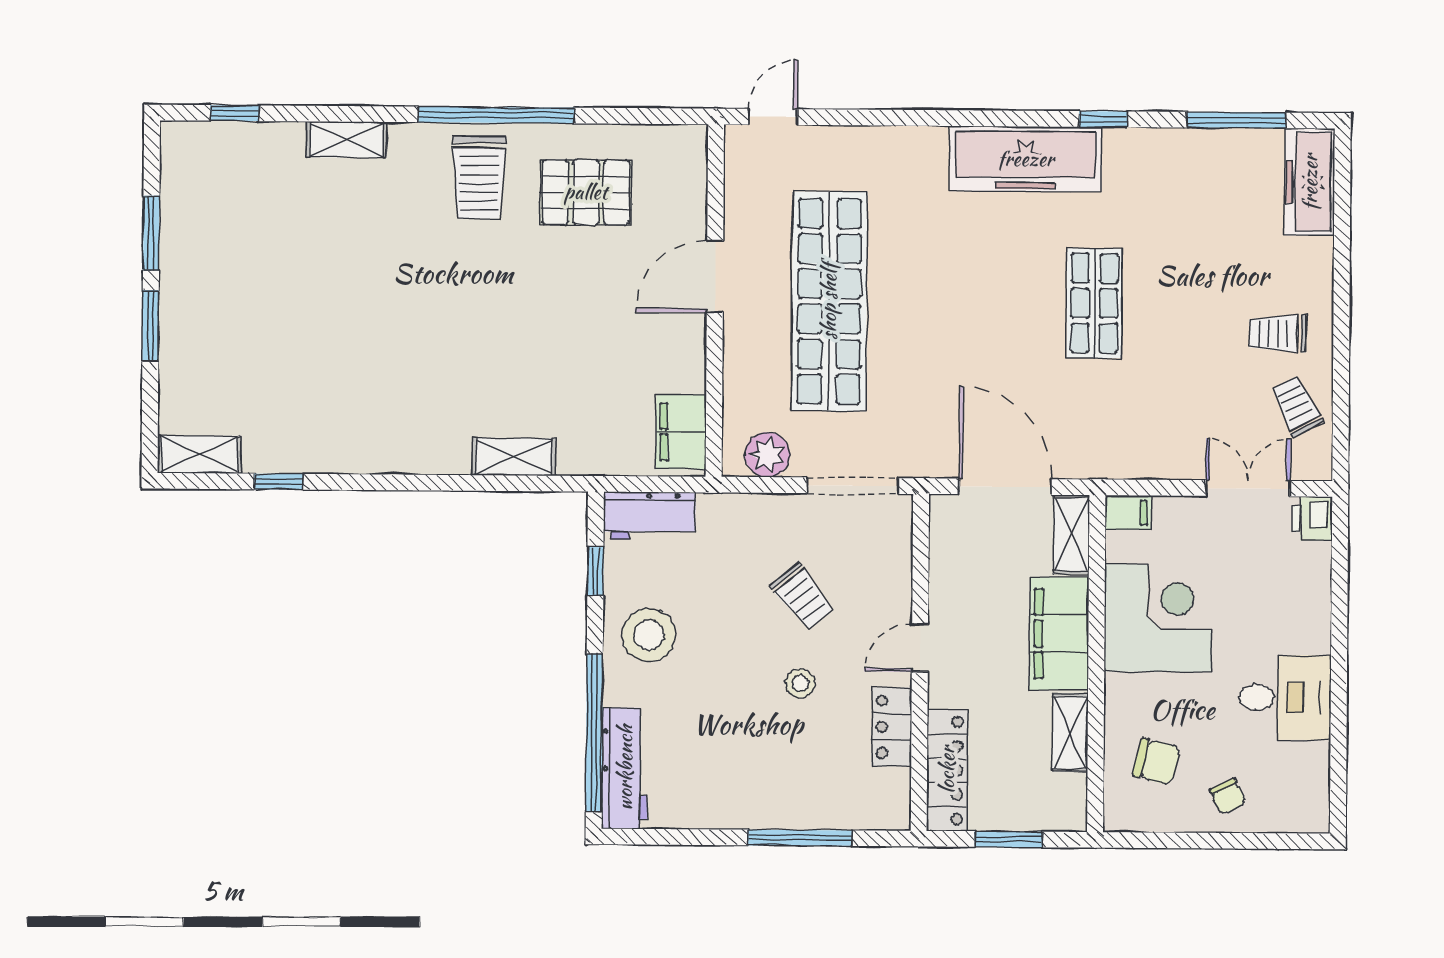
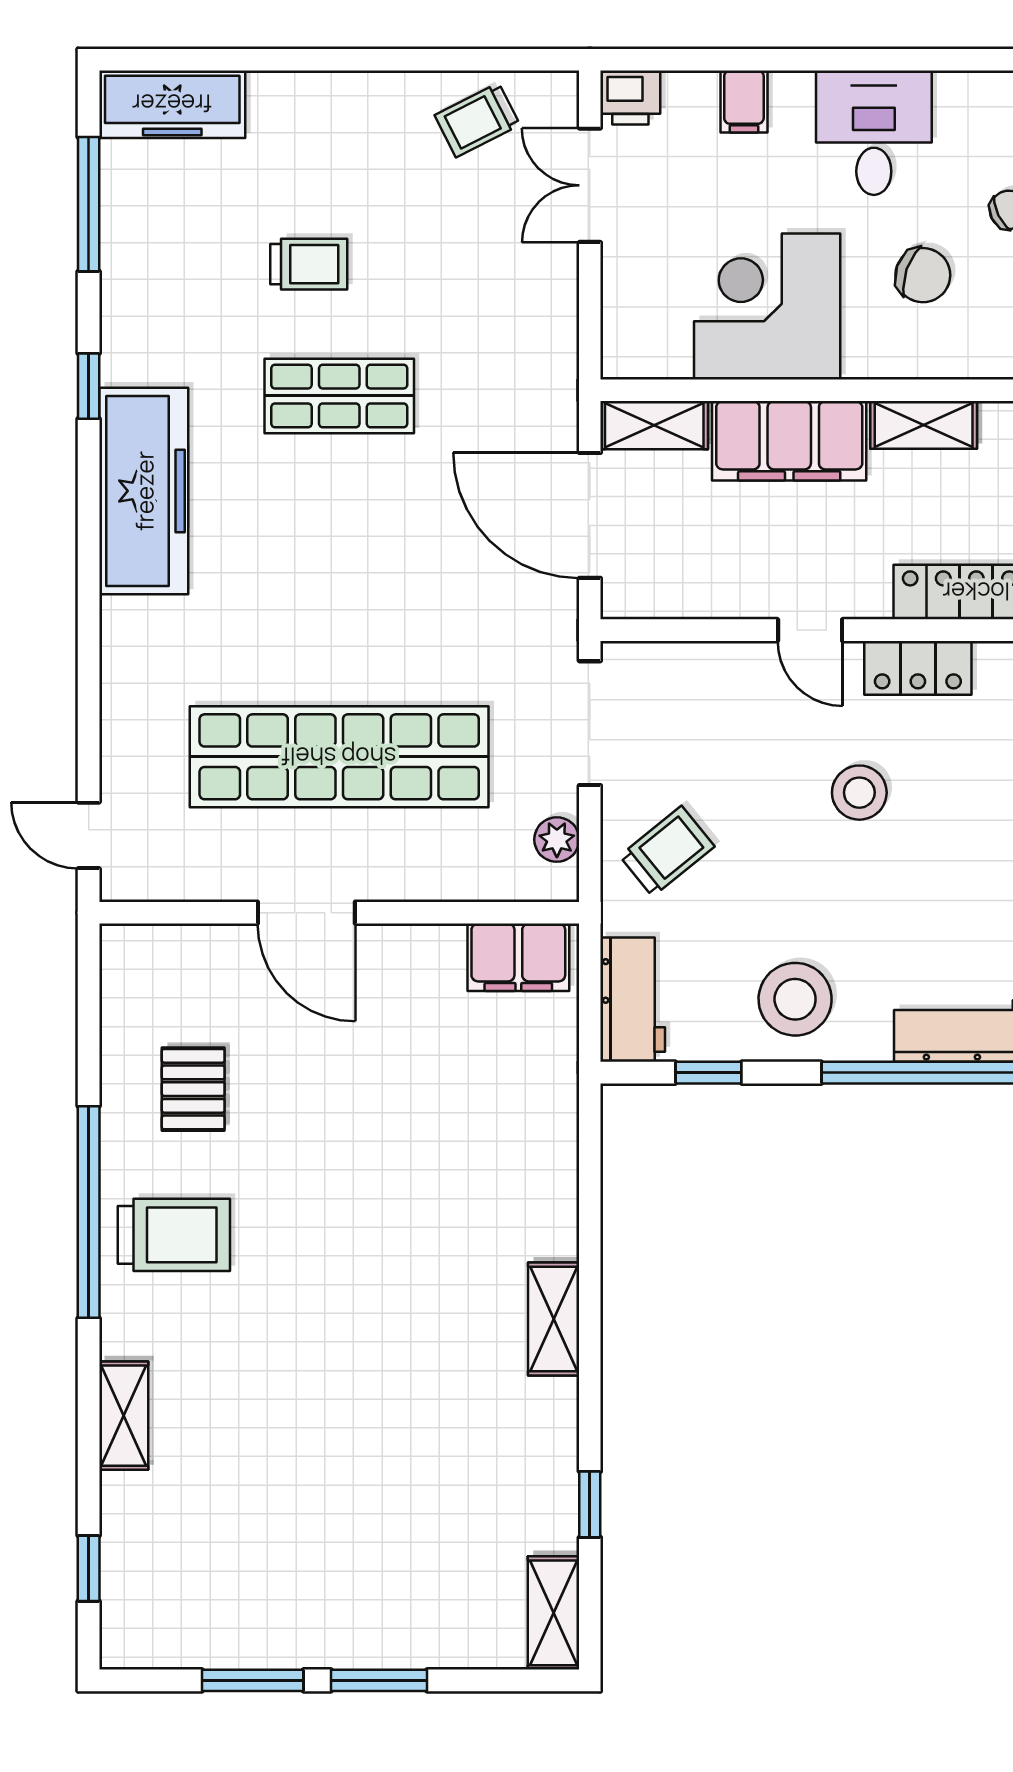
pallet: (586, 192) -> (193, 1089), width x0.67, depth x0.71
trolley: (1277, 333) -> (309, 264), moved, turned -90
plant: (767, 455) -> (557, 840), width x0.73, depth x0.73
shelving: (514, 457) -> (554, 1319), moved
door: (1005, 487) -> (590, 515), hinge flipped
filing cabinet: (1128, 513) -> (744, 101), moved, turned 180
trolley: (802, 596) -> (667, 851), moved
stool: (800, 683) -> (859, 793), width x1.37, depth x1.37
chair: (1157, 762) -> (923, 275), moved, turned 95

